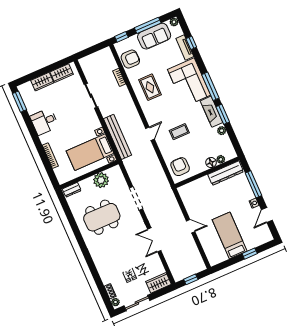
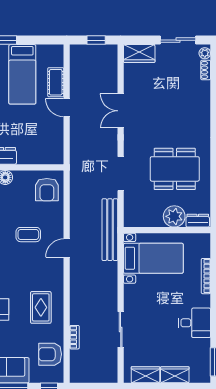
bench: (117, 137) -> (110, 230), moved
plant: (101, 180) -> (174, 216), moved
double door: (154, 240) -> (121, 111), swing flipped
cot: (205, 240) -> (56, 82), added

